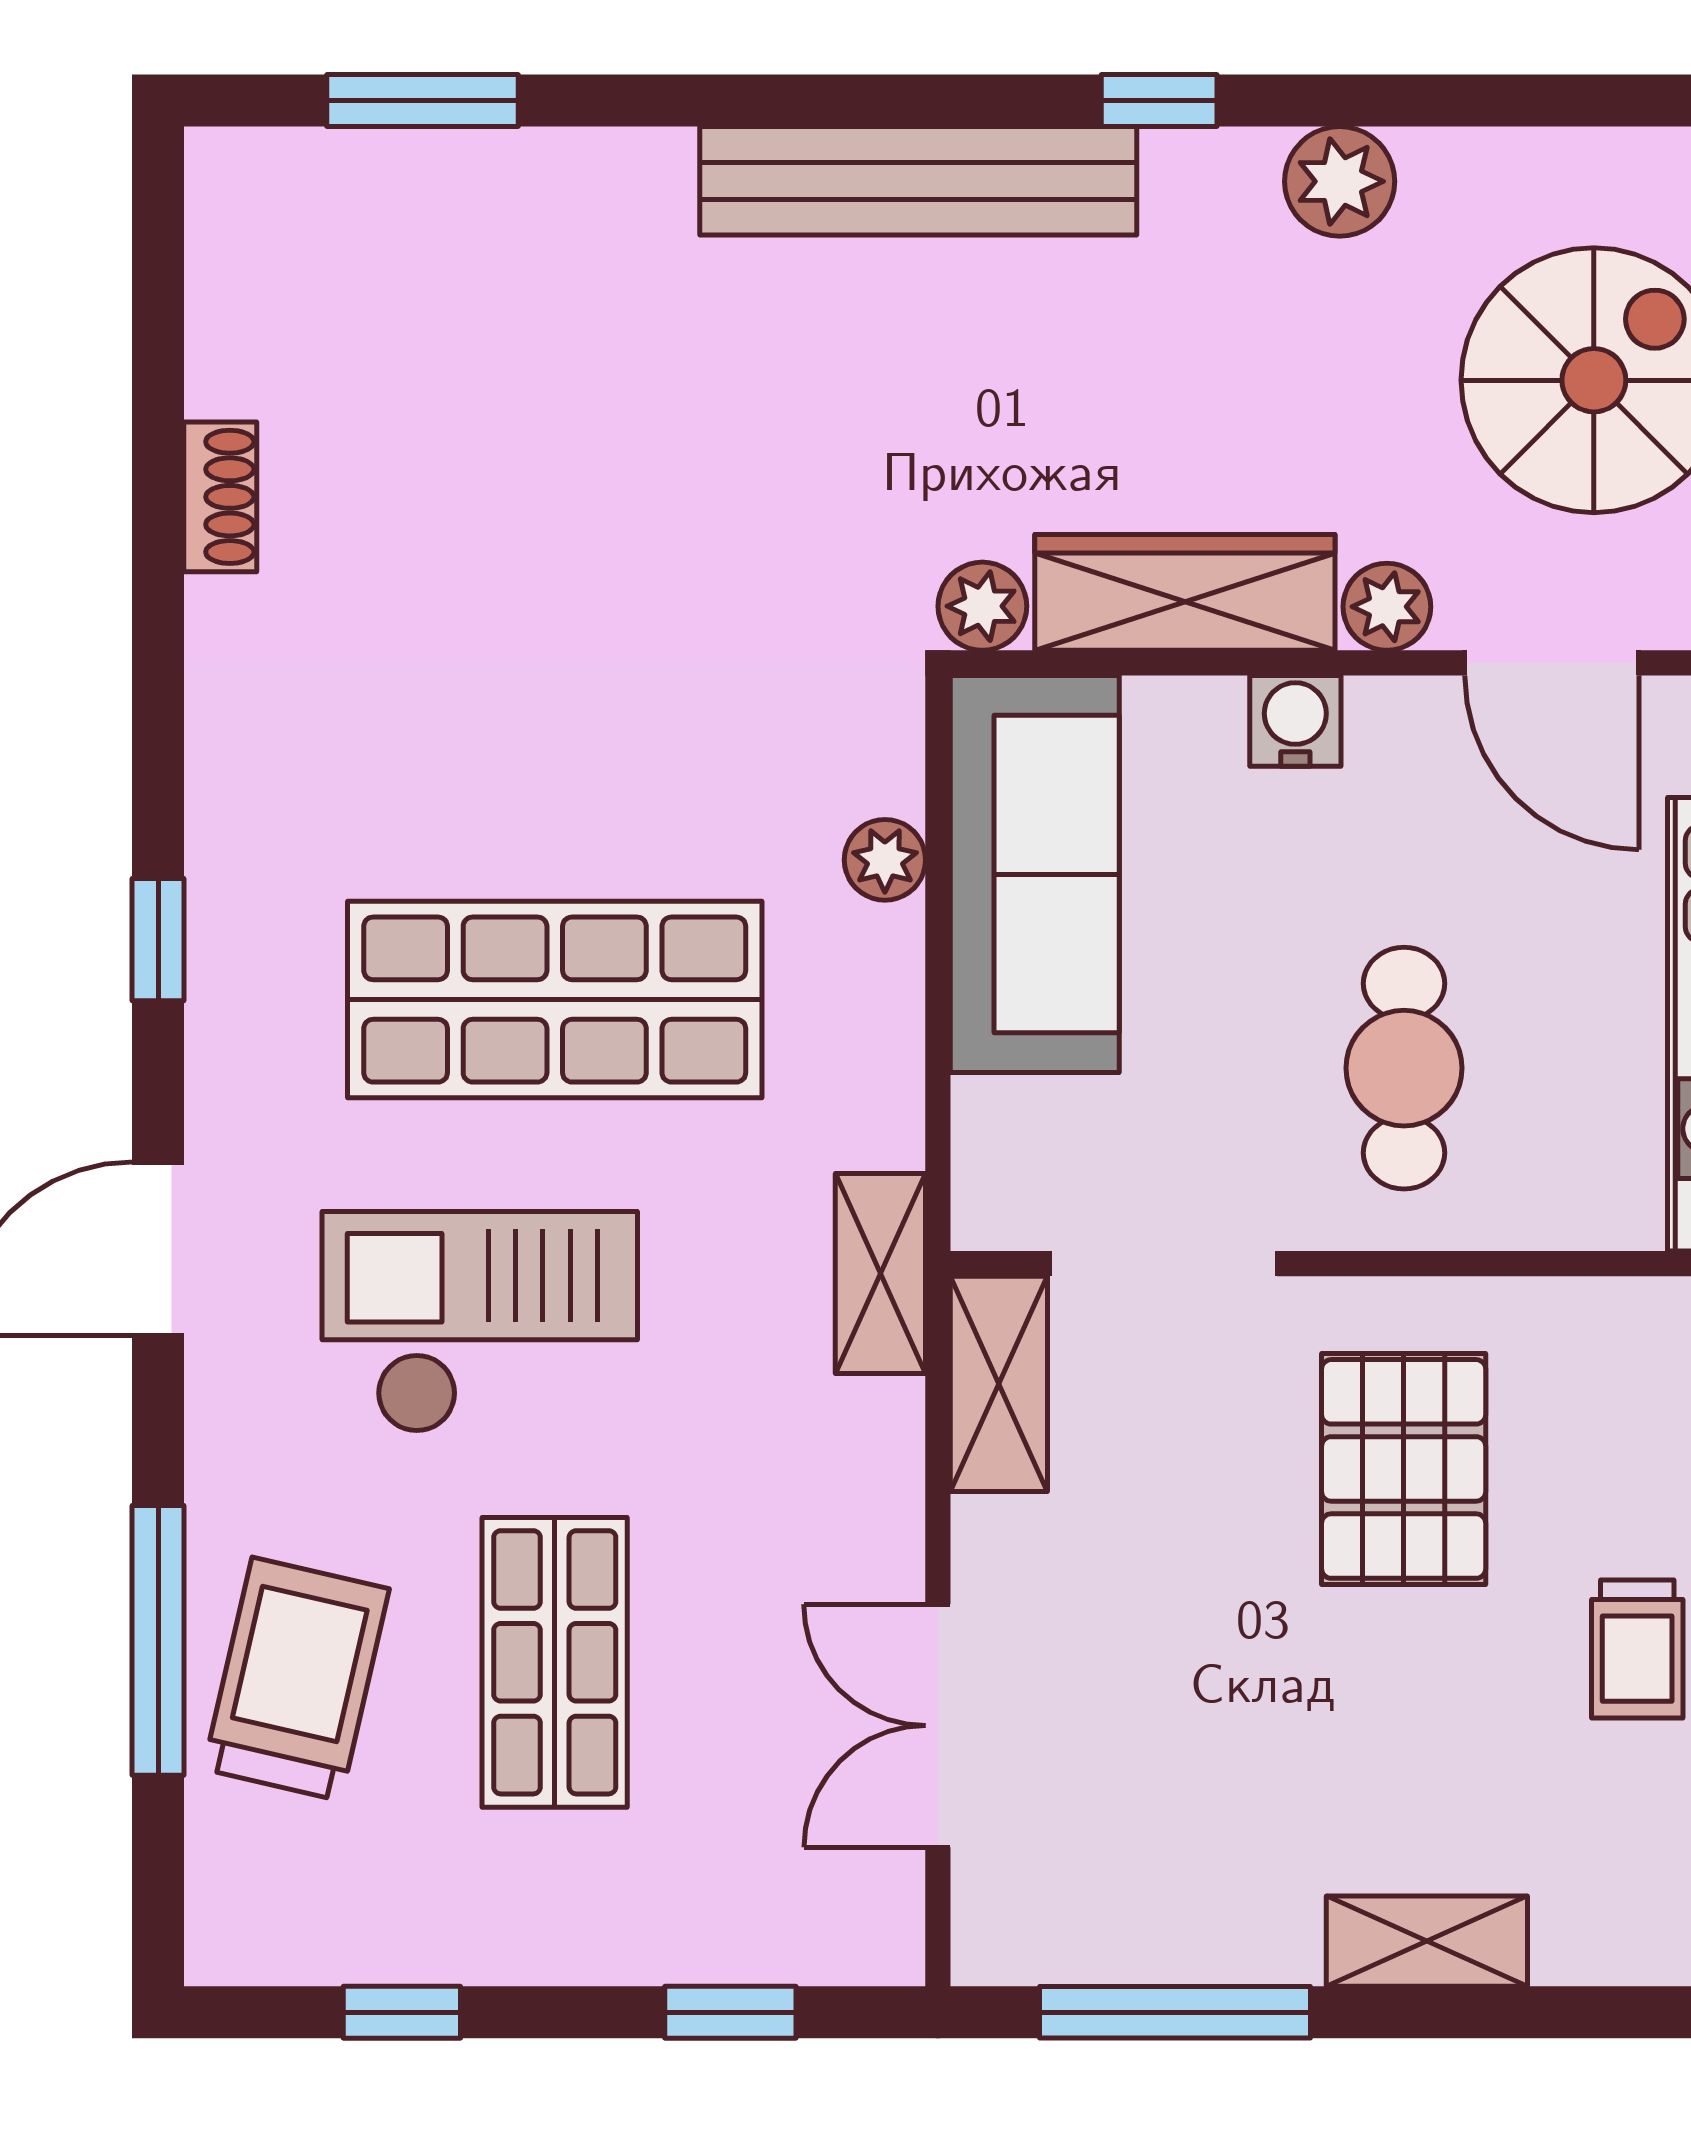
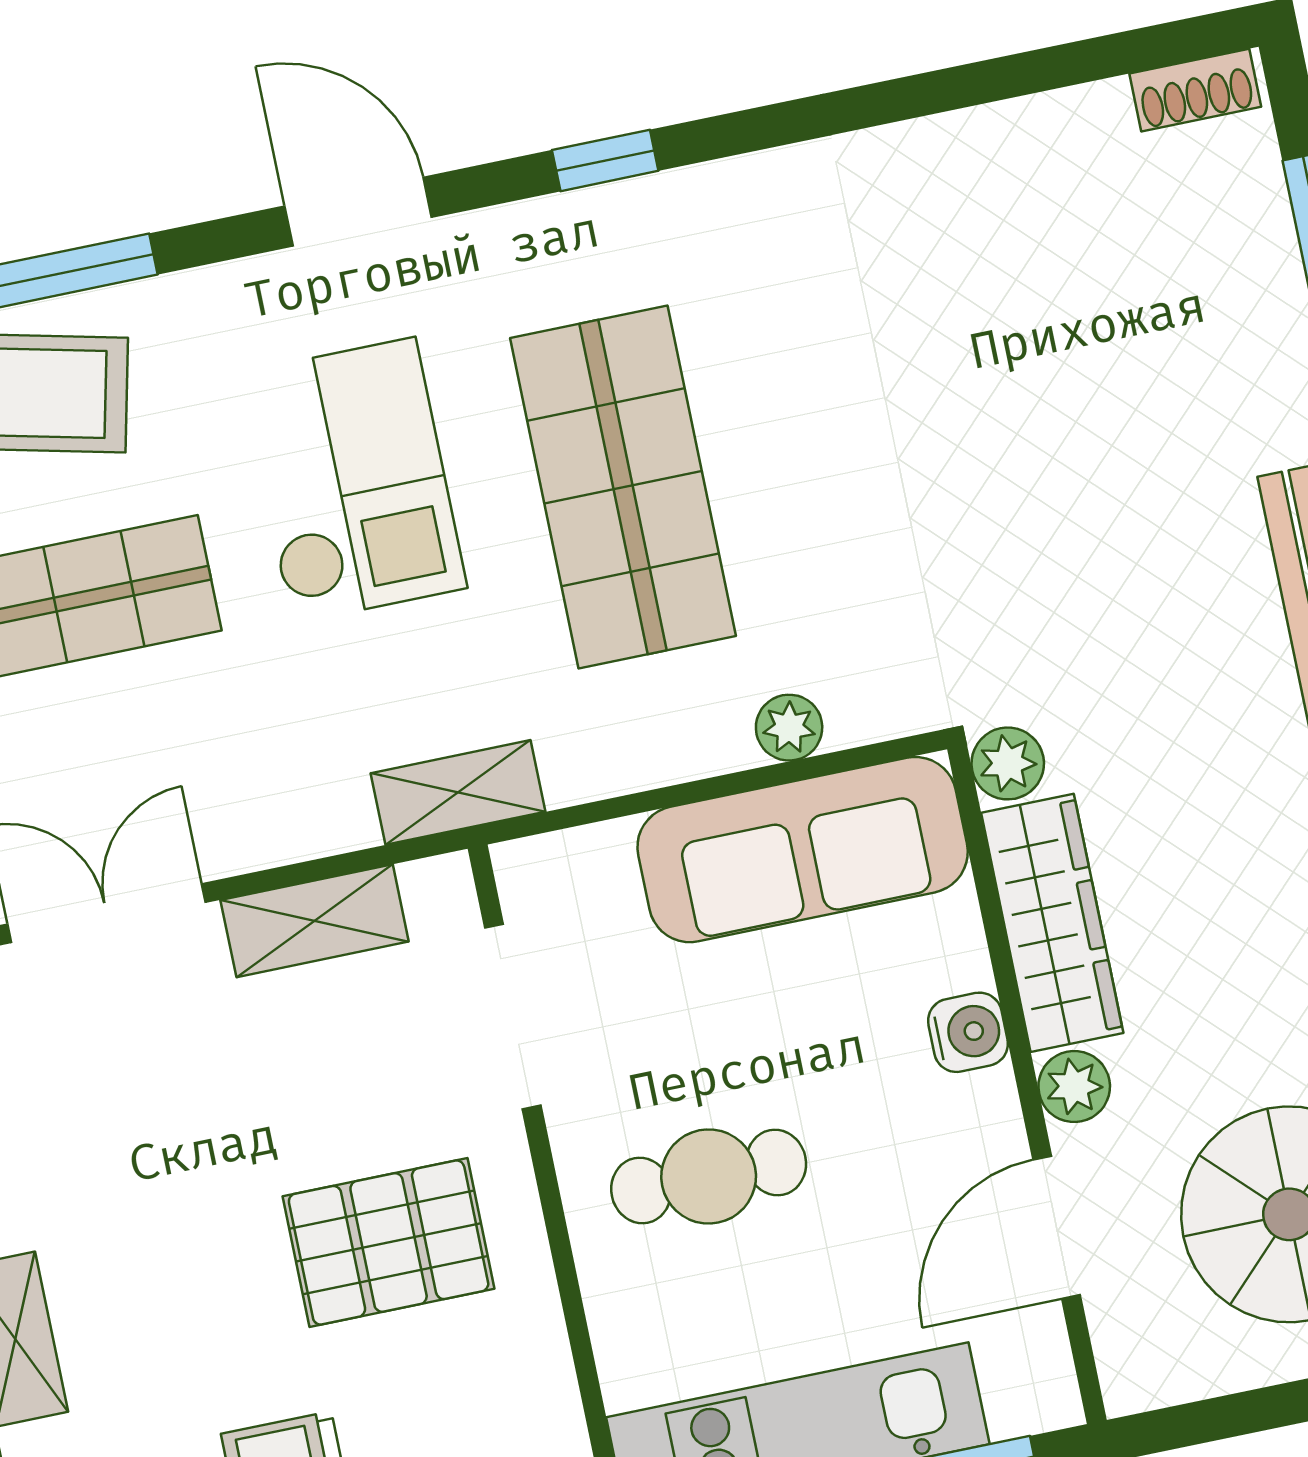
shoe rack: (220, 497) -> (1195, 90), moved
shelving: (999, 1384) -> (315, 921), moved

